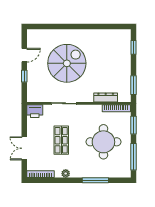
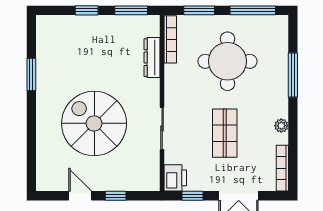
window: (96, 26) -> (31, 74), added
window: (133, 47) -> (87, 10), moved
window: (24, 121) -> (193, 196), added
shop shelf: (61, 140) -> (225, 133), turned 90

